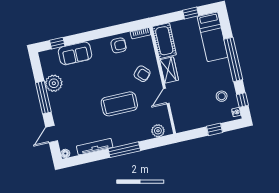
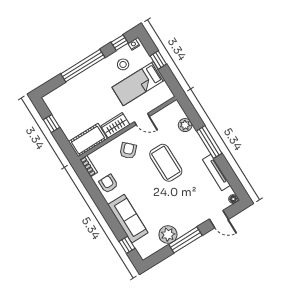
bed: (213, 37) -> (138, 84), moved, turned 180
sofa: (75, 53) -> (128, 219), width x1.36
plant: (158, 131) -> (185, 125), moved

